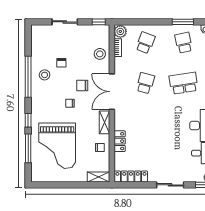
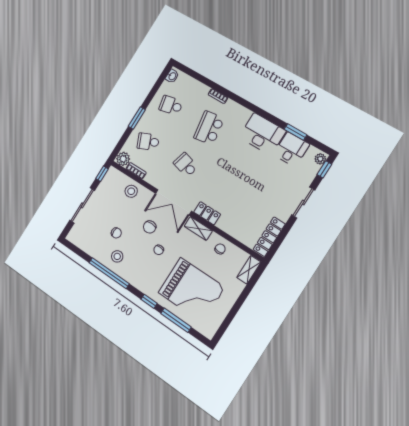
sliding door: (65, 22) -> (82, 205), width x1.37
window: (183, 22) -> (137, 118), moved
school desk: (145, 43) -> (148, 142), turned -45
locker: (120, 141) -> (207, 213), moved

